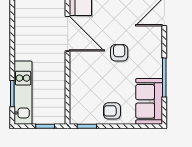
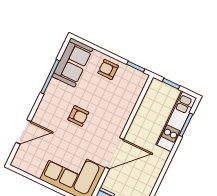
door: (68, 34) -> (114, 153), swing flipped
armchair: (119, 53) -> (78, 116), turned -90
armchair: (112, 111) -> (108, 69), turned 180

